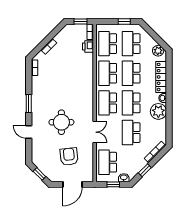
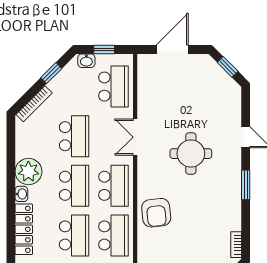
armchair: (69, 157) -> (156, 213), moved

